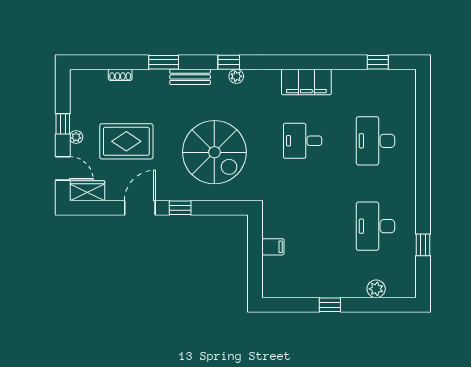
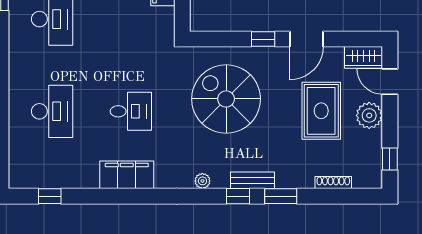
window: (229, 62) -> (238, 196), moved
shoe rack: (120, 75) -> (333, 183), width x1.43
window: (63, 124) -> (390, 159), moved
plant: (76, 137) -> (369, 115), width x1.88, depth x1.88
rug: (126, 141) -> (321, 111), turned 90

